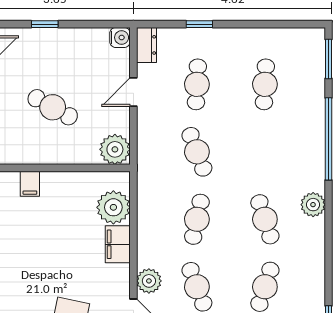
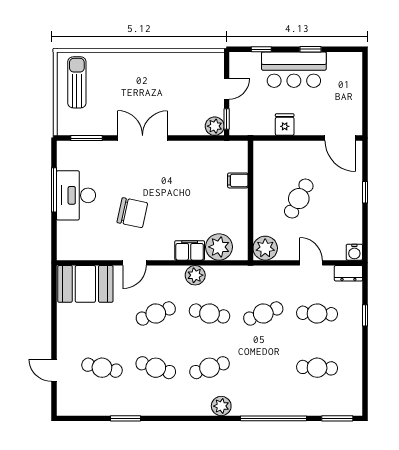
plant: (149, 281) -> (195, 275), moved

